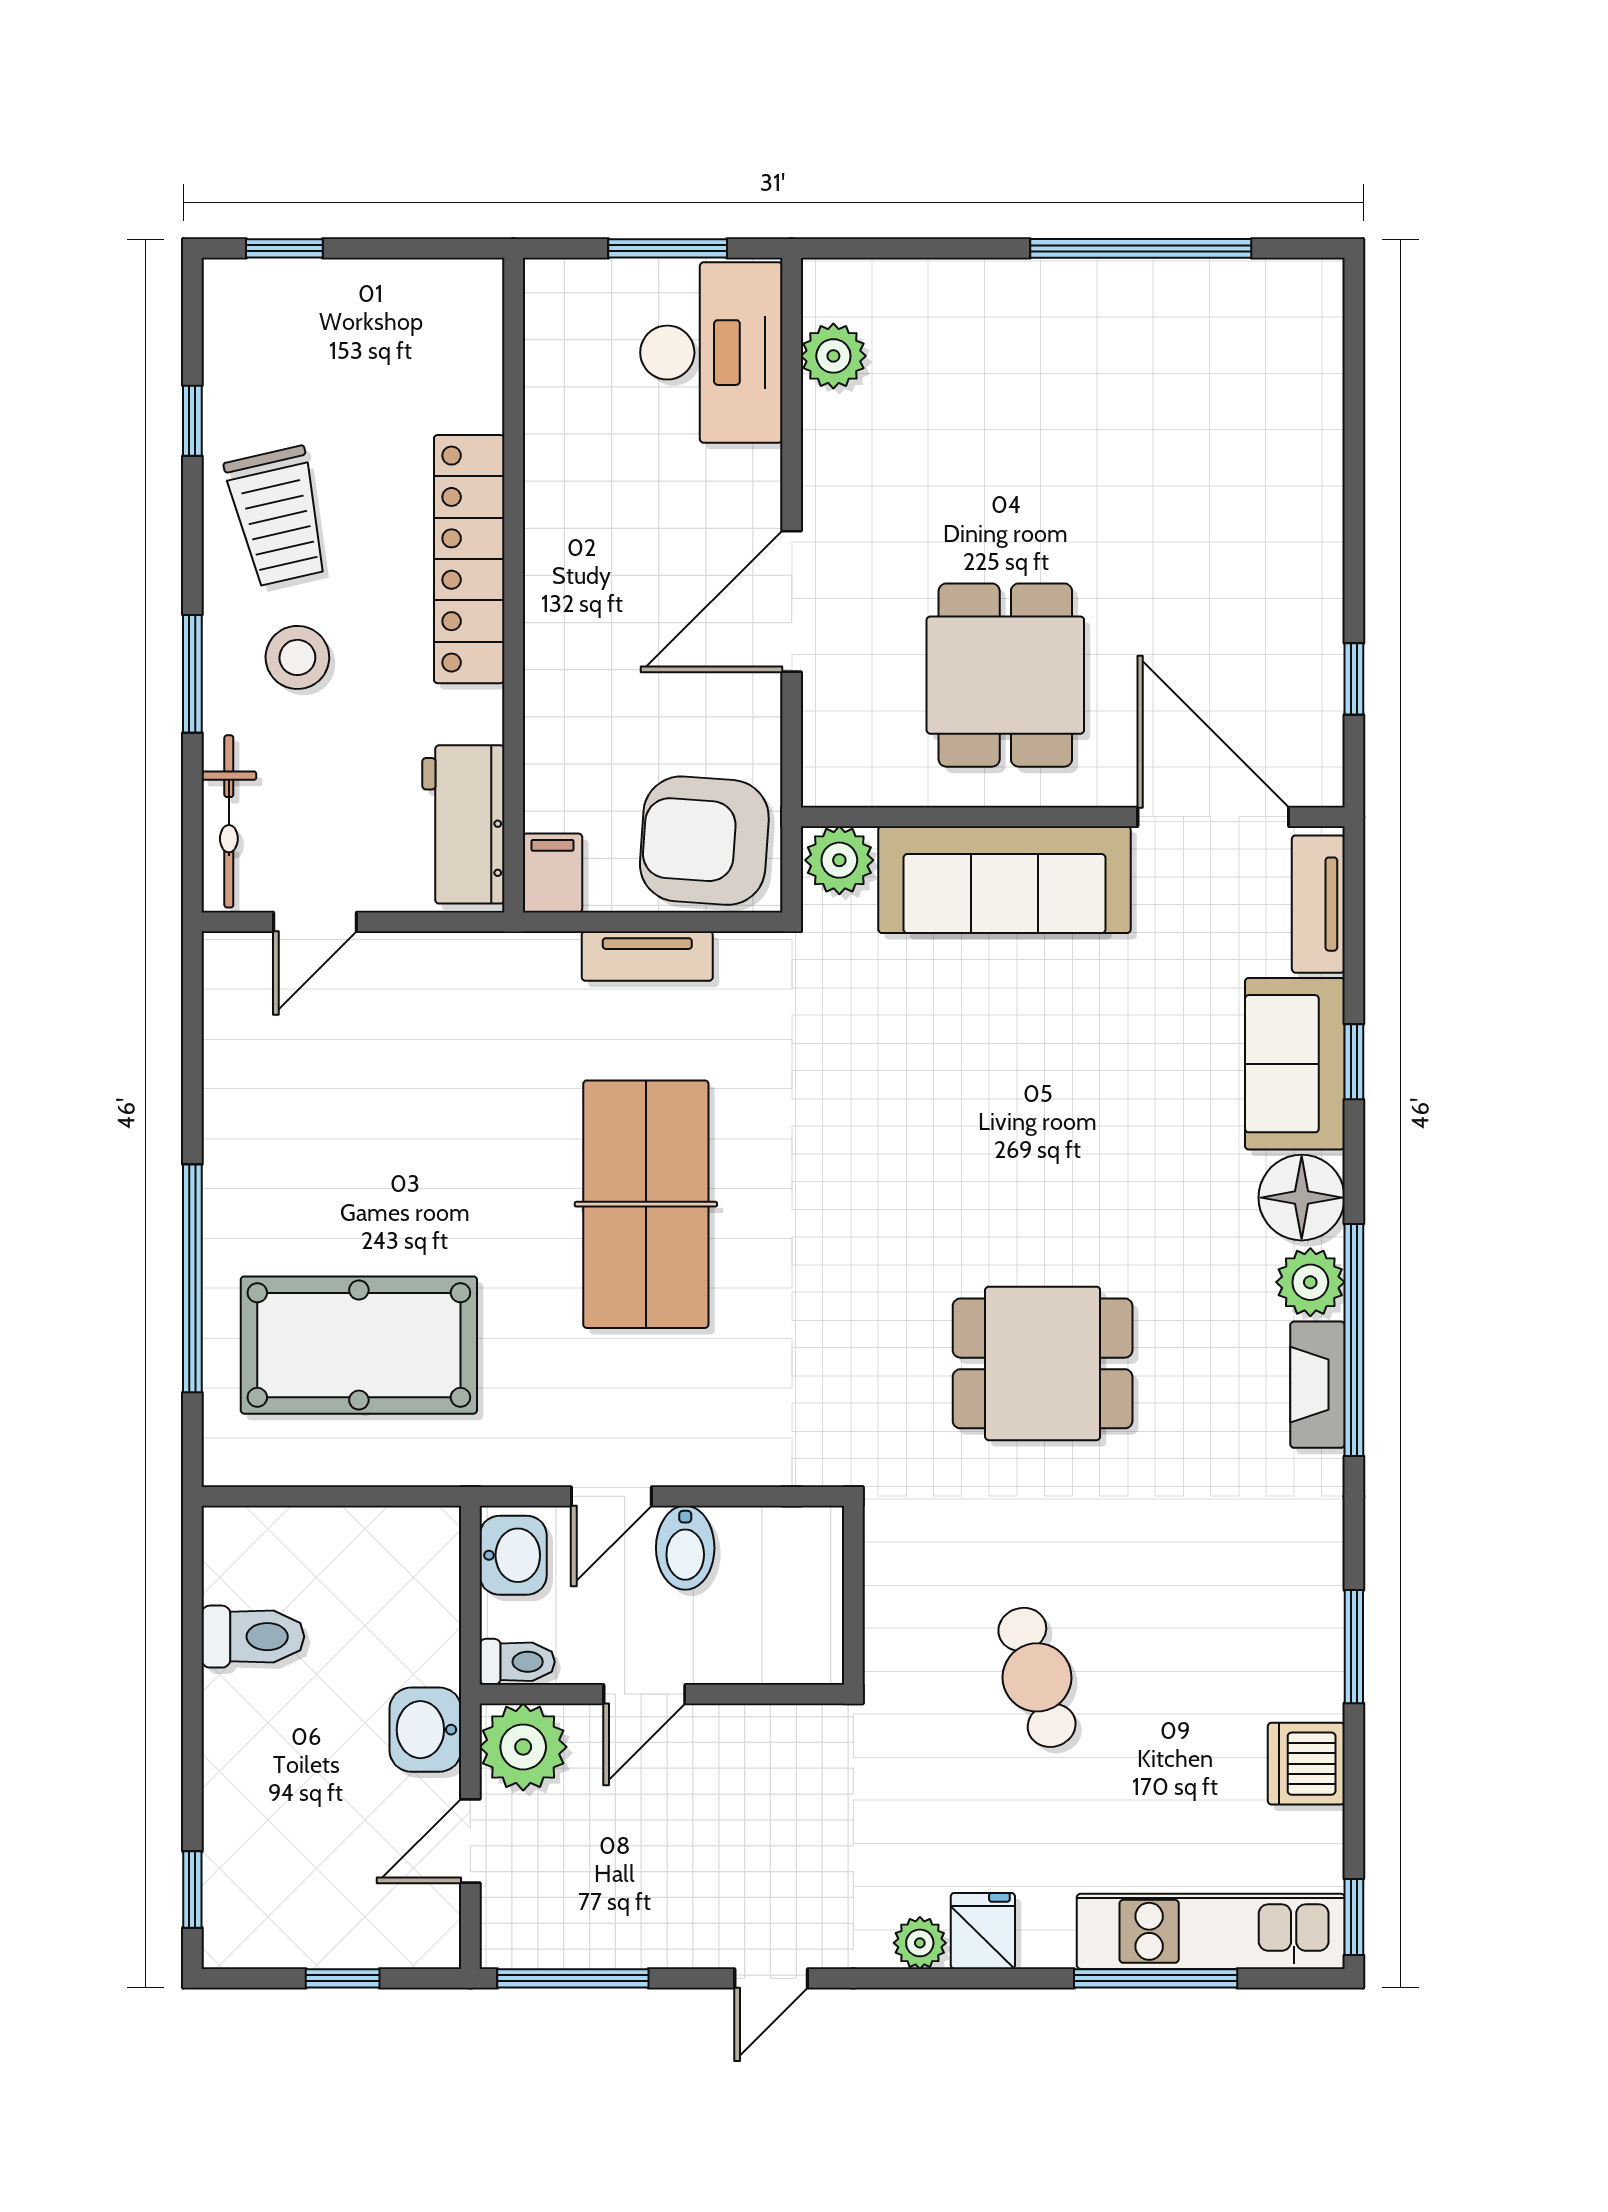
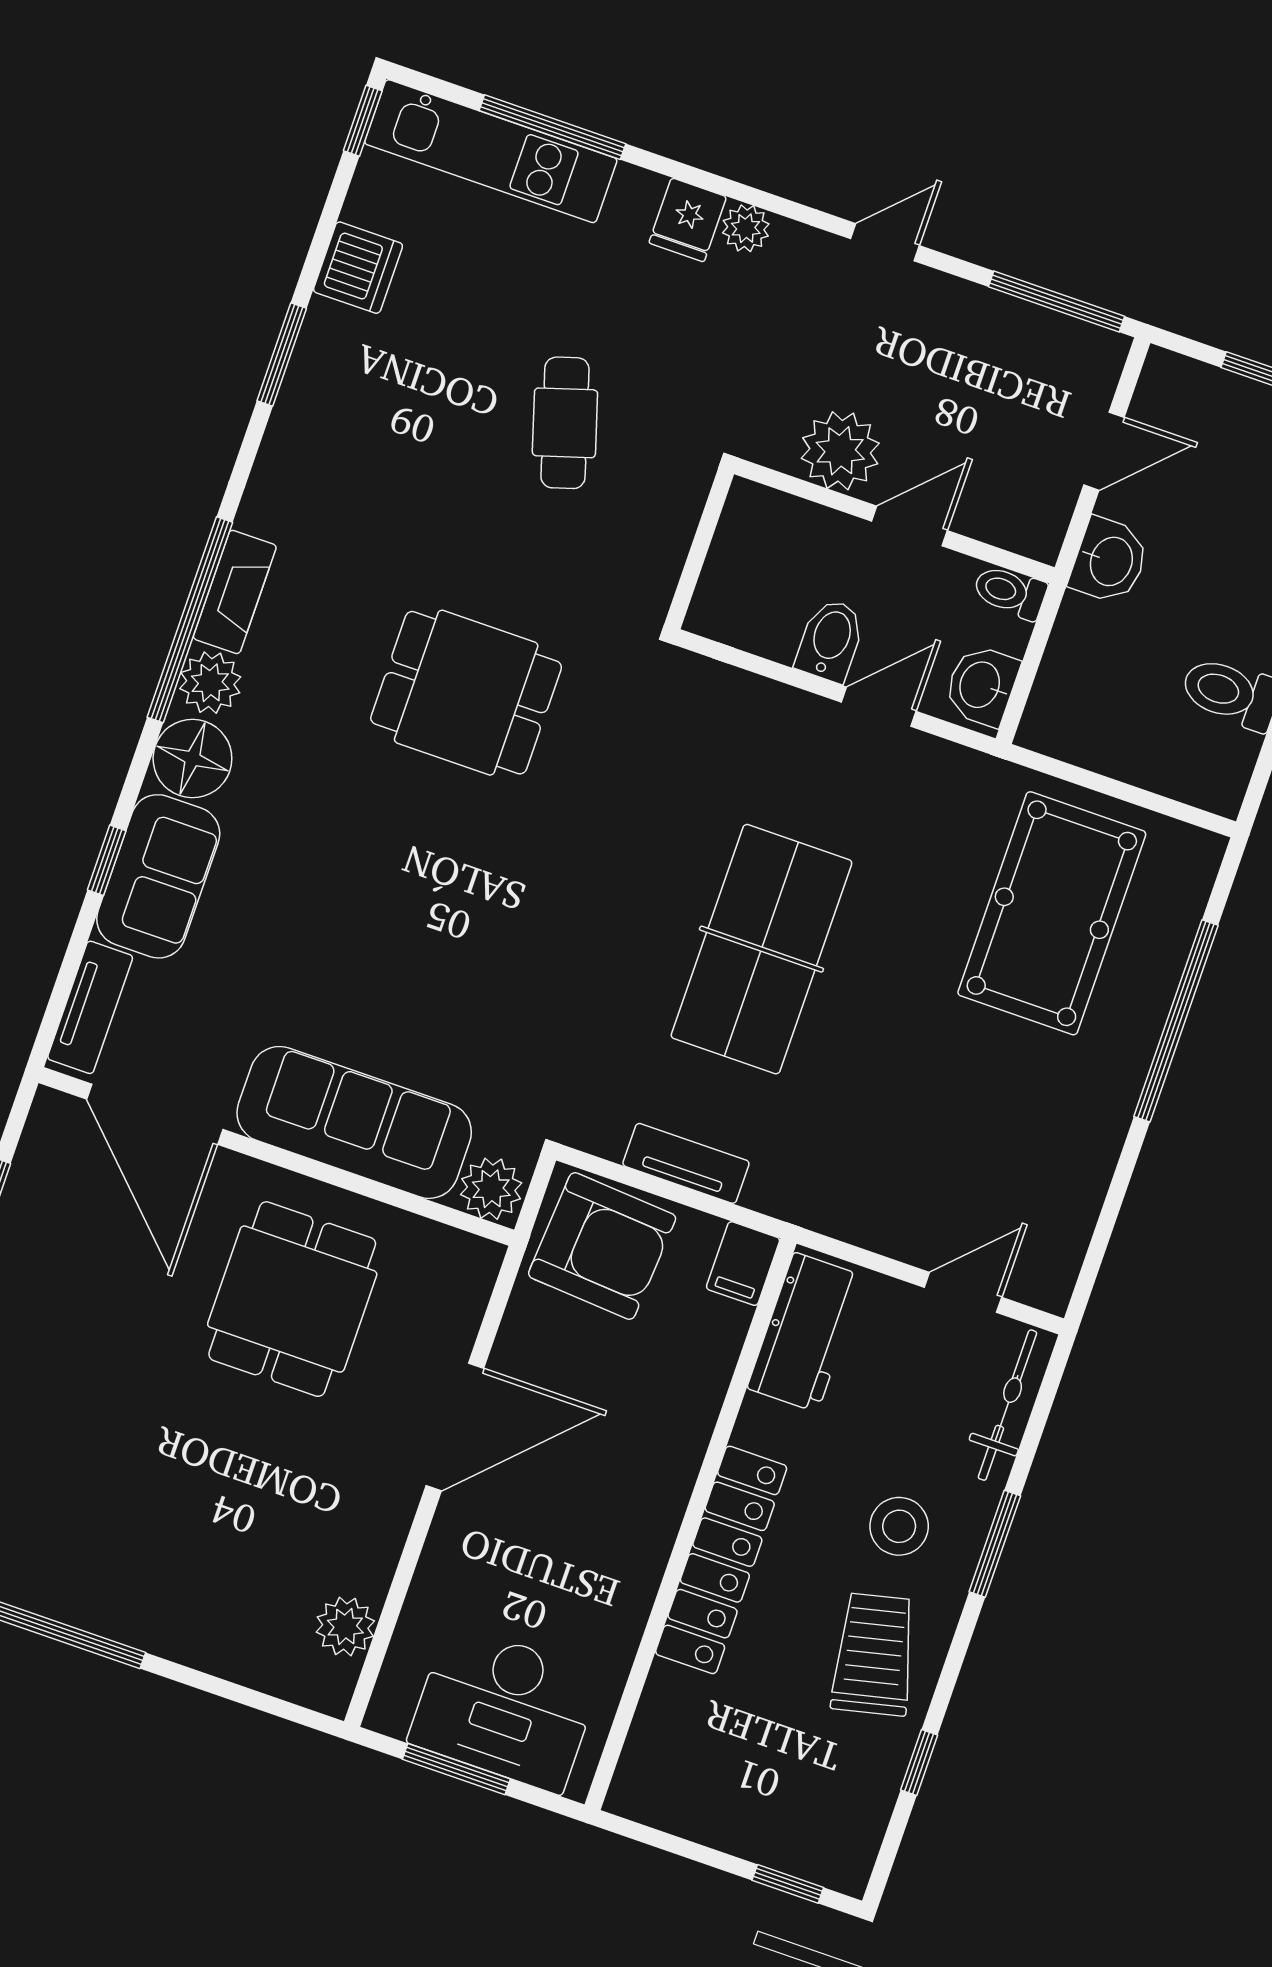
desk: (711, 353) -> (505, 1708), moved, turned -90
pool table: (359, 1345) -> (1052, 913), turned 90
plant: (523, 1747) -> (840, 451), moved

